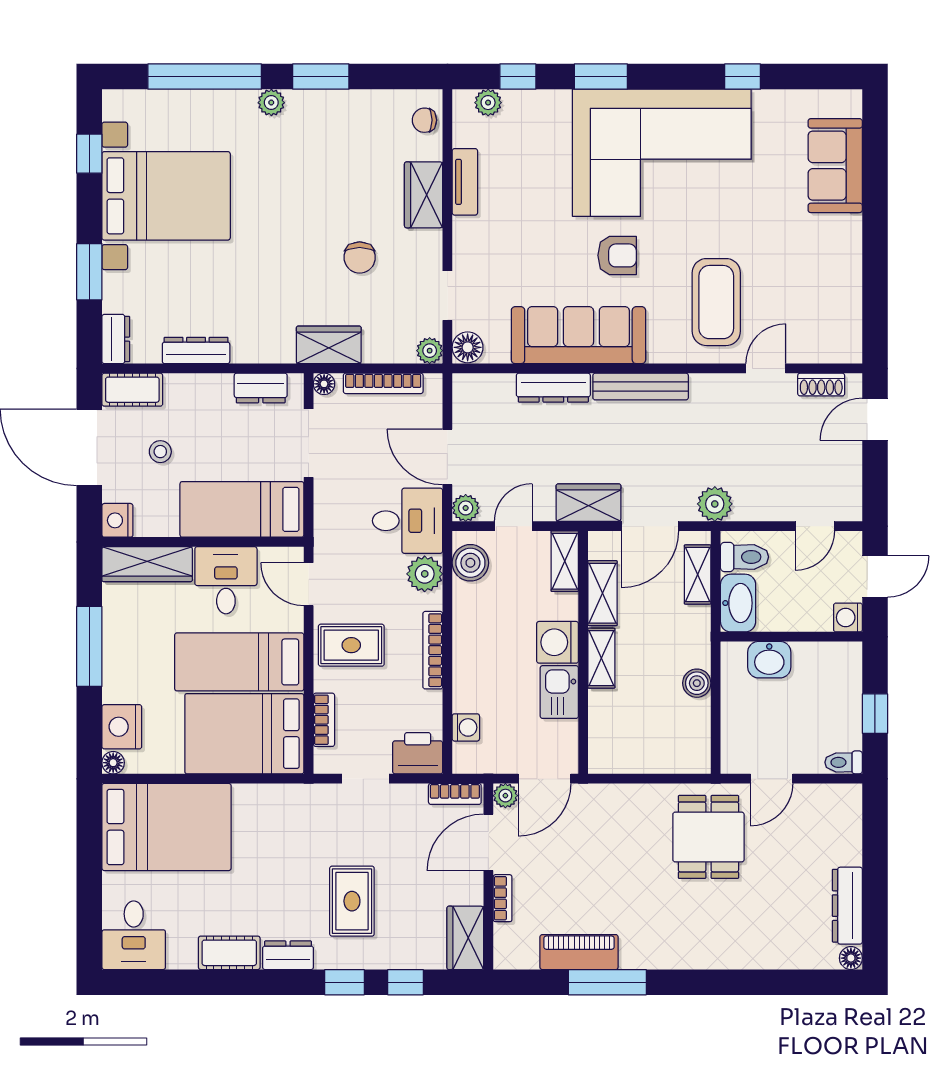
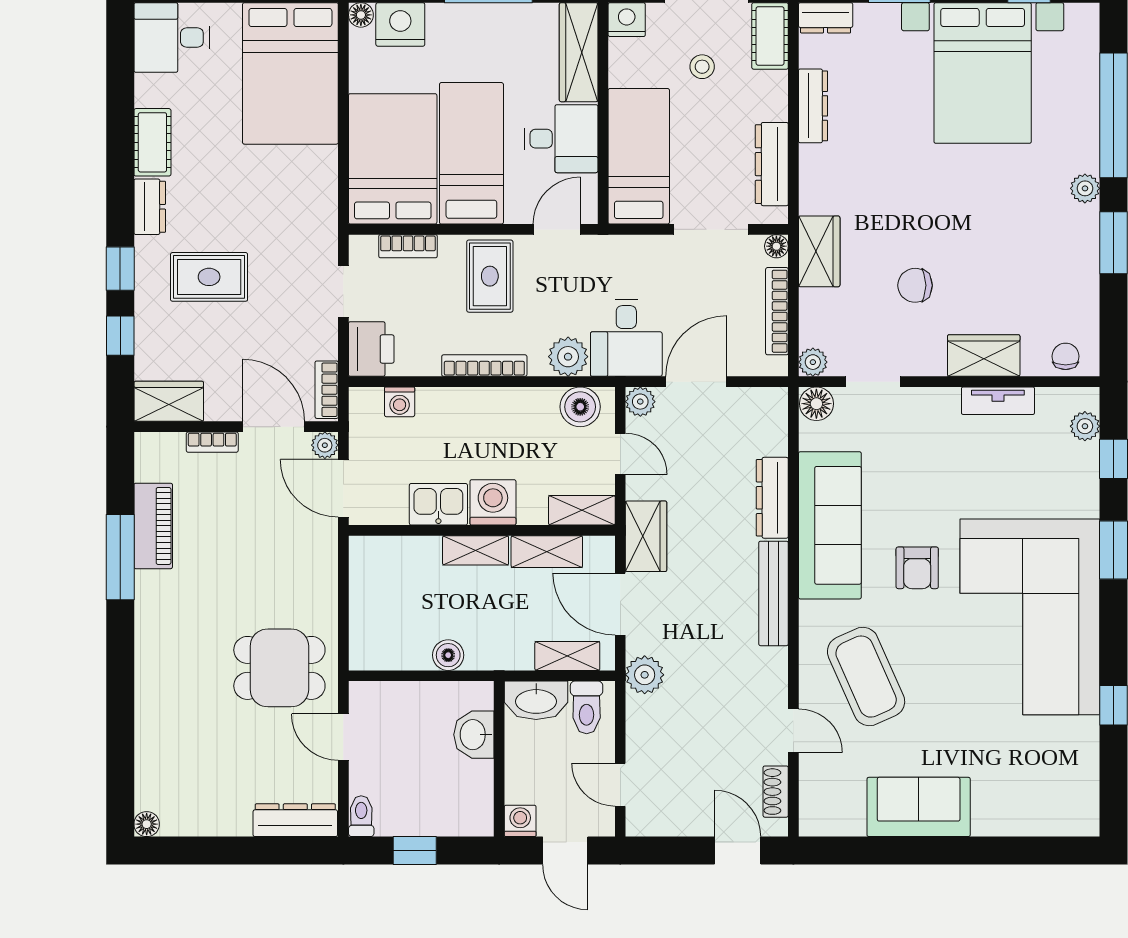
sofa: (835, 166) -> (919, 807), moved
coffee table: (716, 302) -> (866, 677), turned 66
dresser: (261, 388) -> (772, 164), width x1.44
dresser: (847, 906) -> (295, 820), moved

